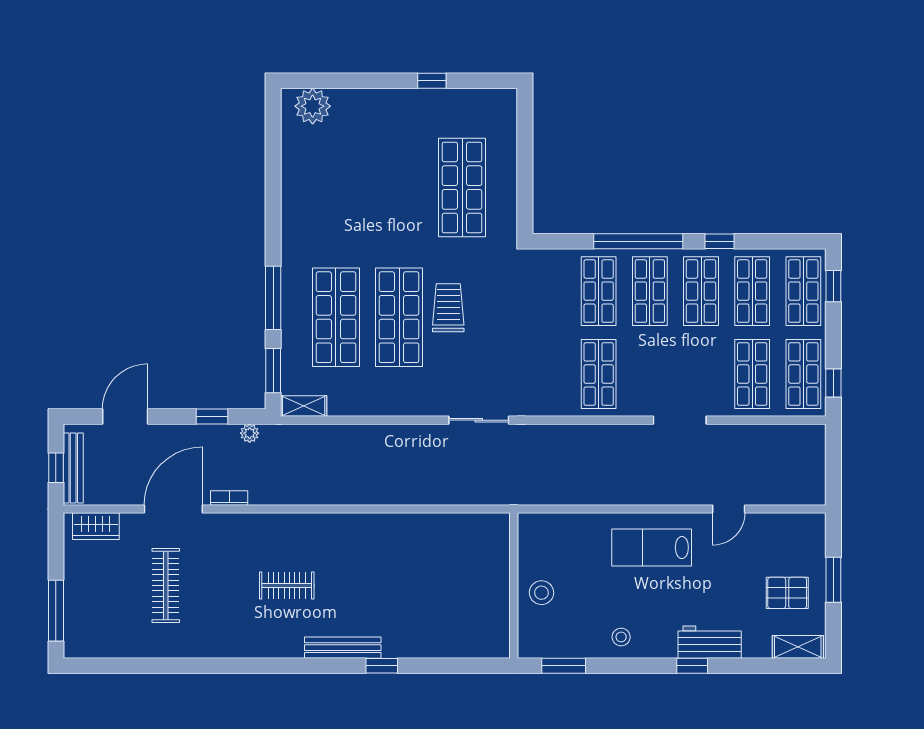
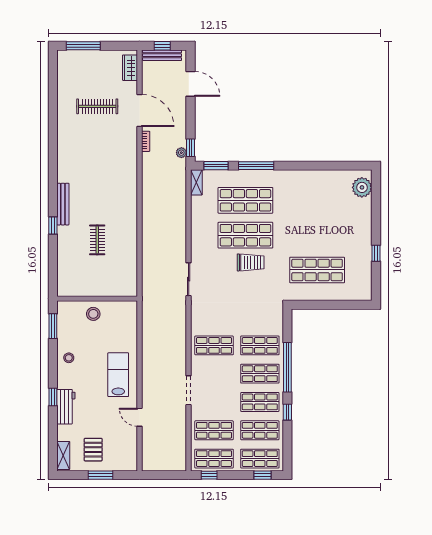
window: (212, 416) -> (191, 148), moved
clothes rail: (287, 586) -> (97, 240), moved

